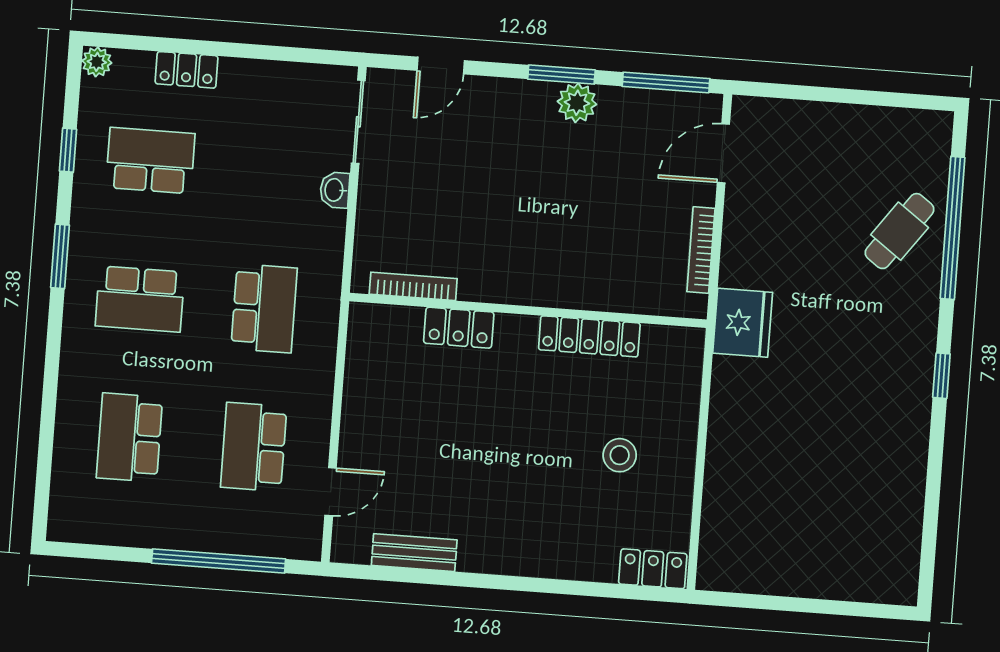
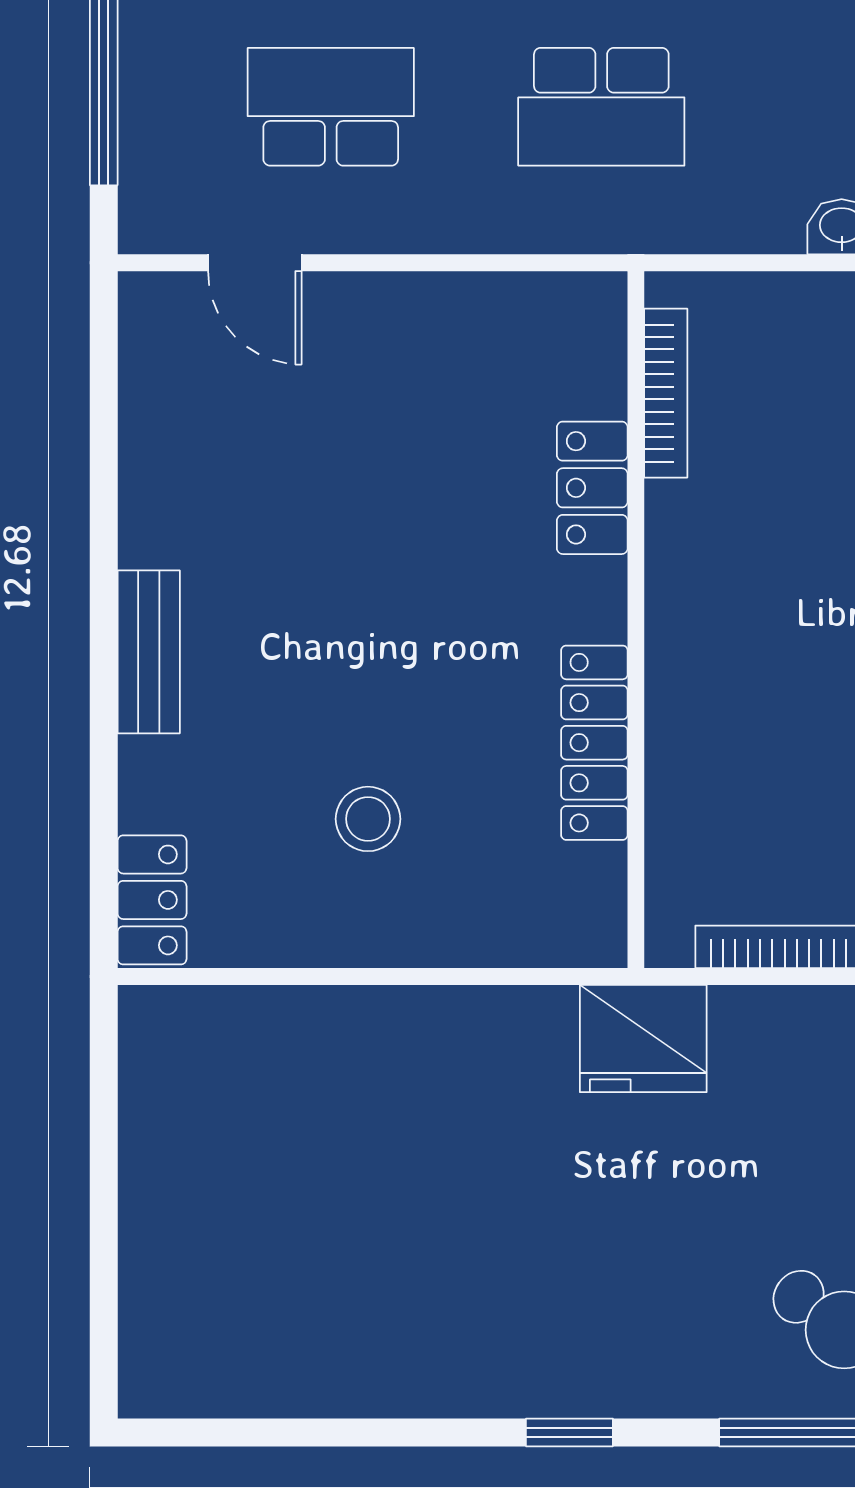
bench: (414, 553) -> (149, 652), moved

